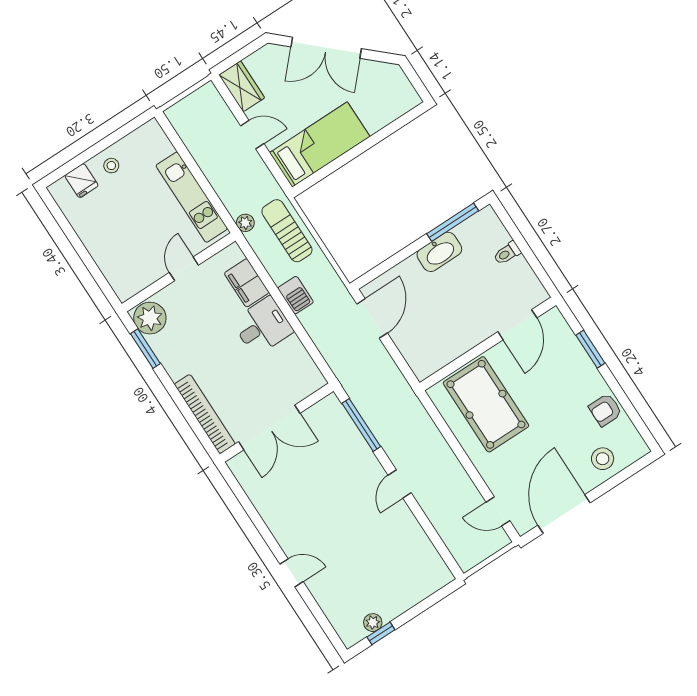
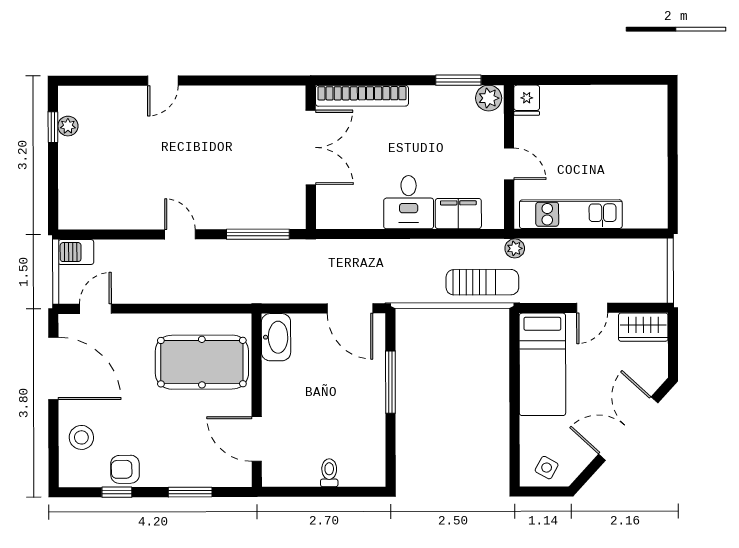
side table: (396, 91) -> (547, 468), added
stool: (111, 166) -> (648, 159), removed
fridge: (81, 181) -> (527, 100), moved, turned -90
window: (453, 222) -> (390, 382), moved
washbasin: (439, 252) -> (276, 337), moved, turned 180
barbecue: (296, 295) -> (76, 252), moved
plant: (150, 318) -> (489, 98), width x0.73, depth x0.73
window: (627, 405) -> (117, 492), added
armchair: (605, 410) -> (125, 469), turned -91
double door: (269, 427) -> (311, 147), swing flipped

